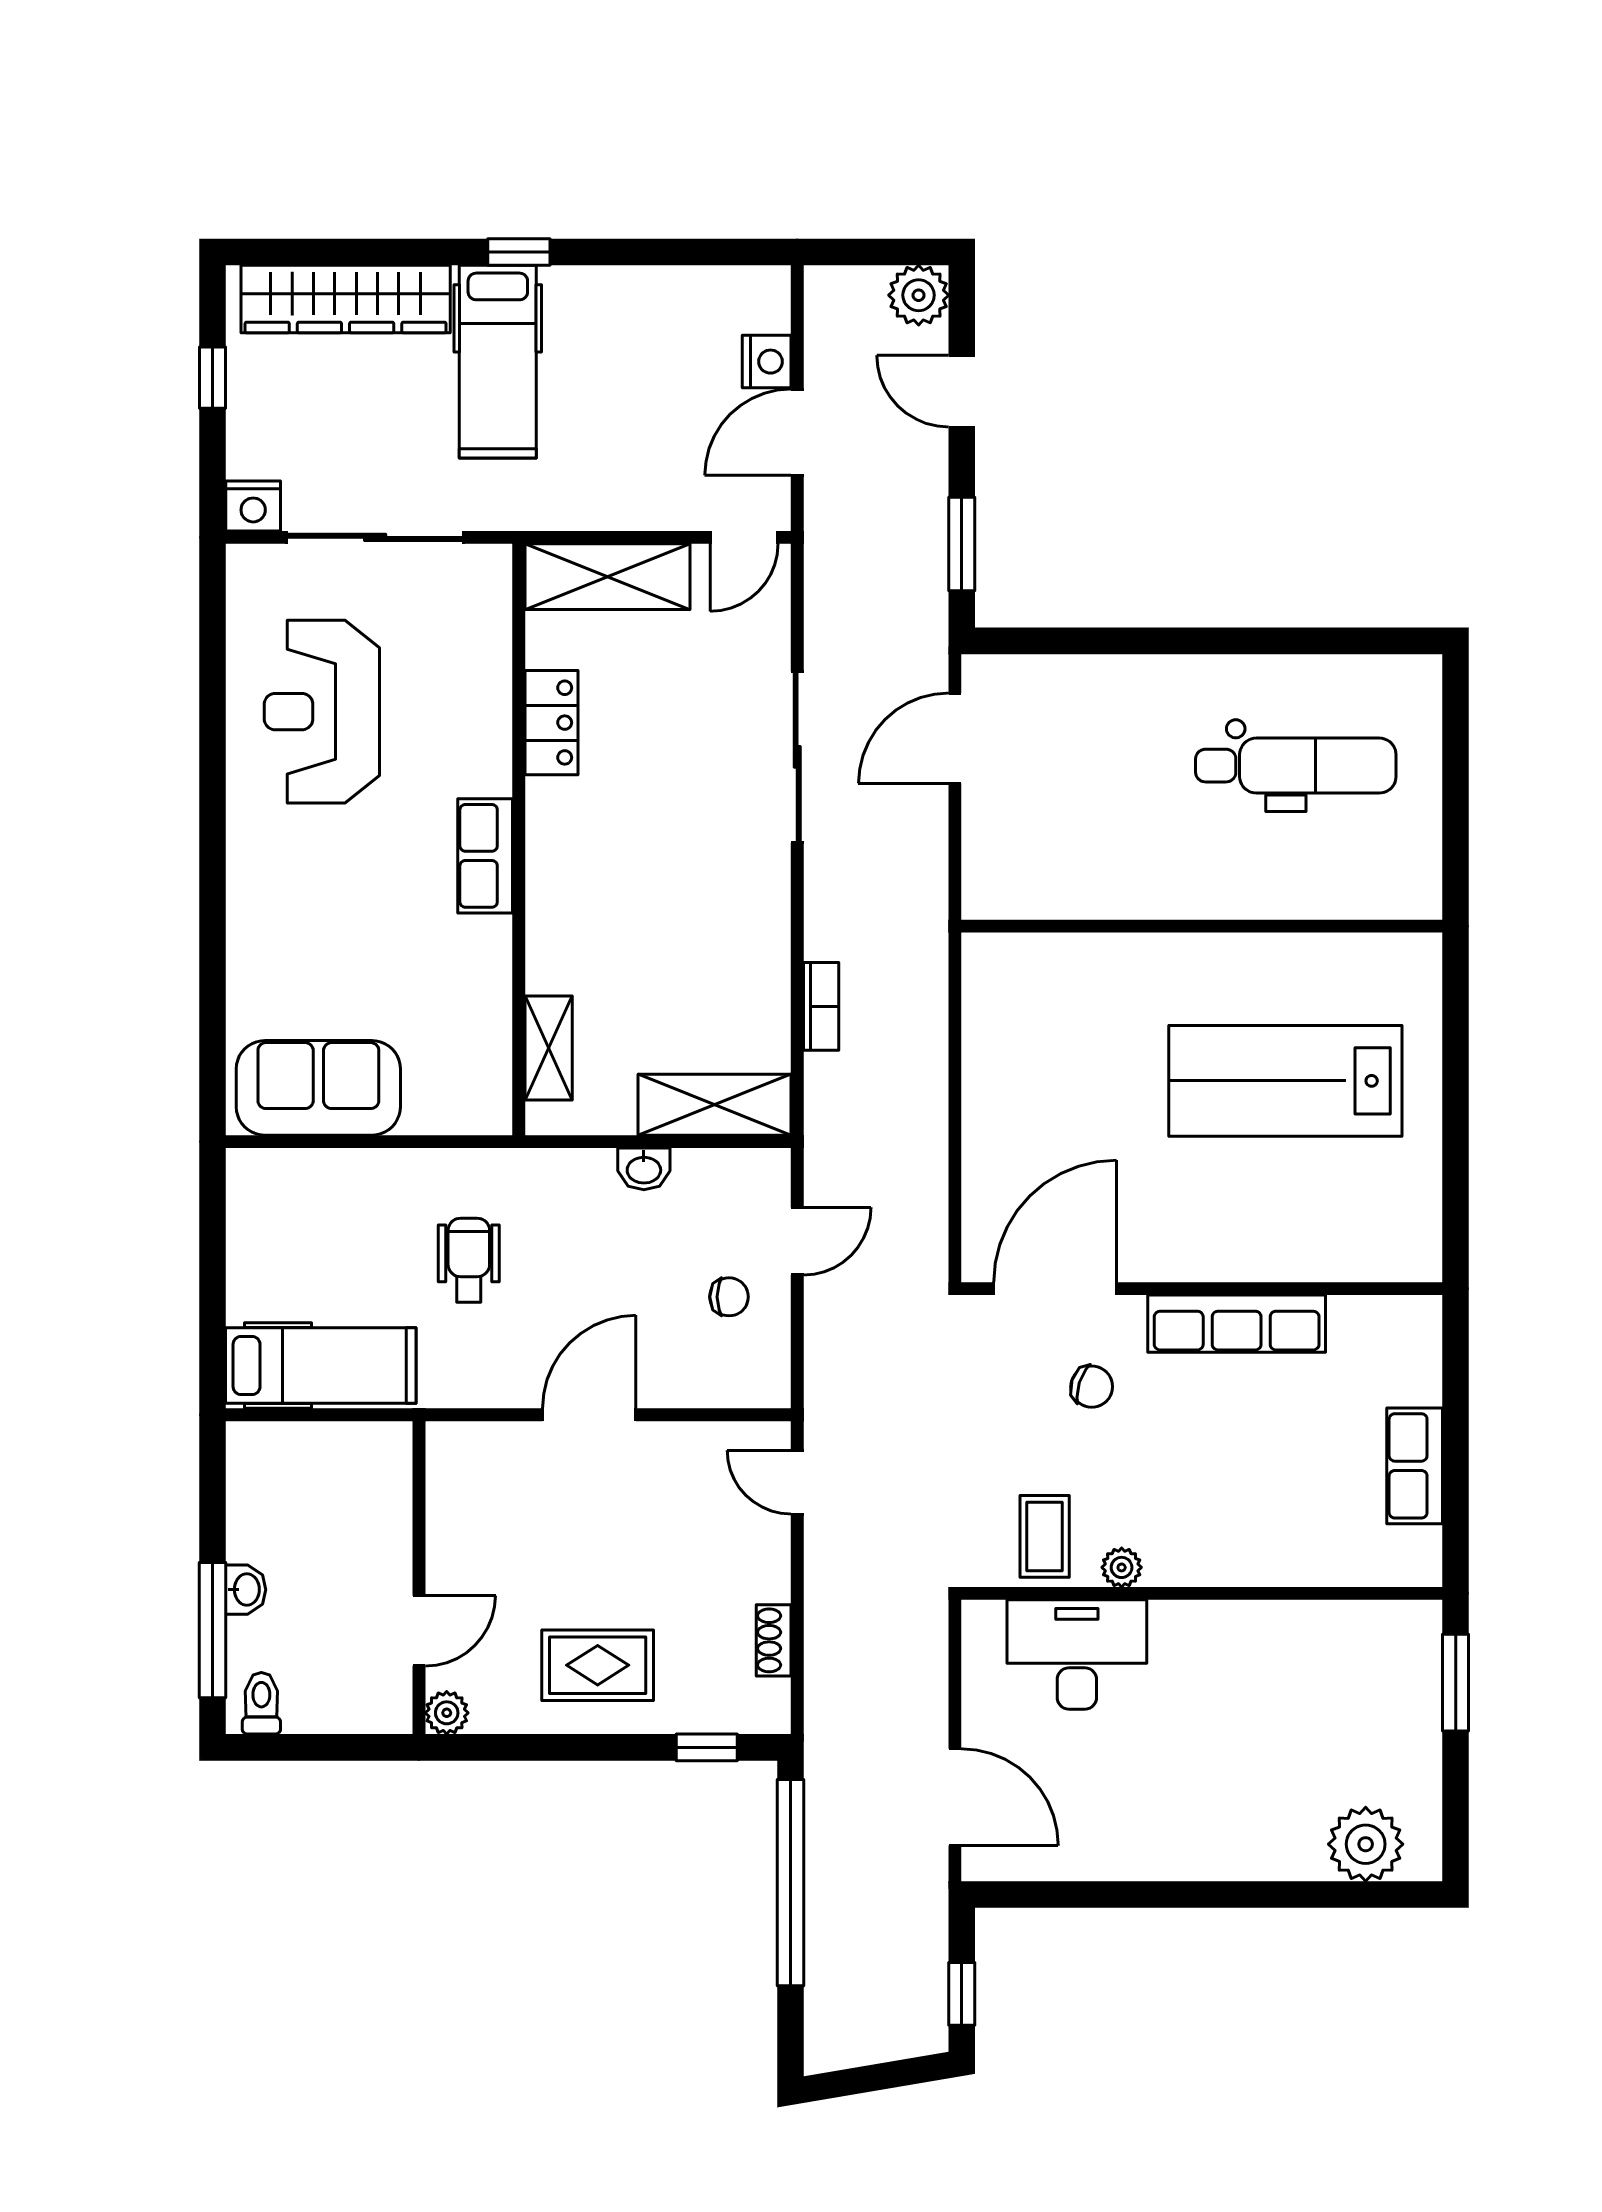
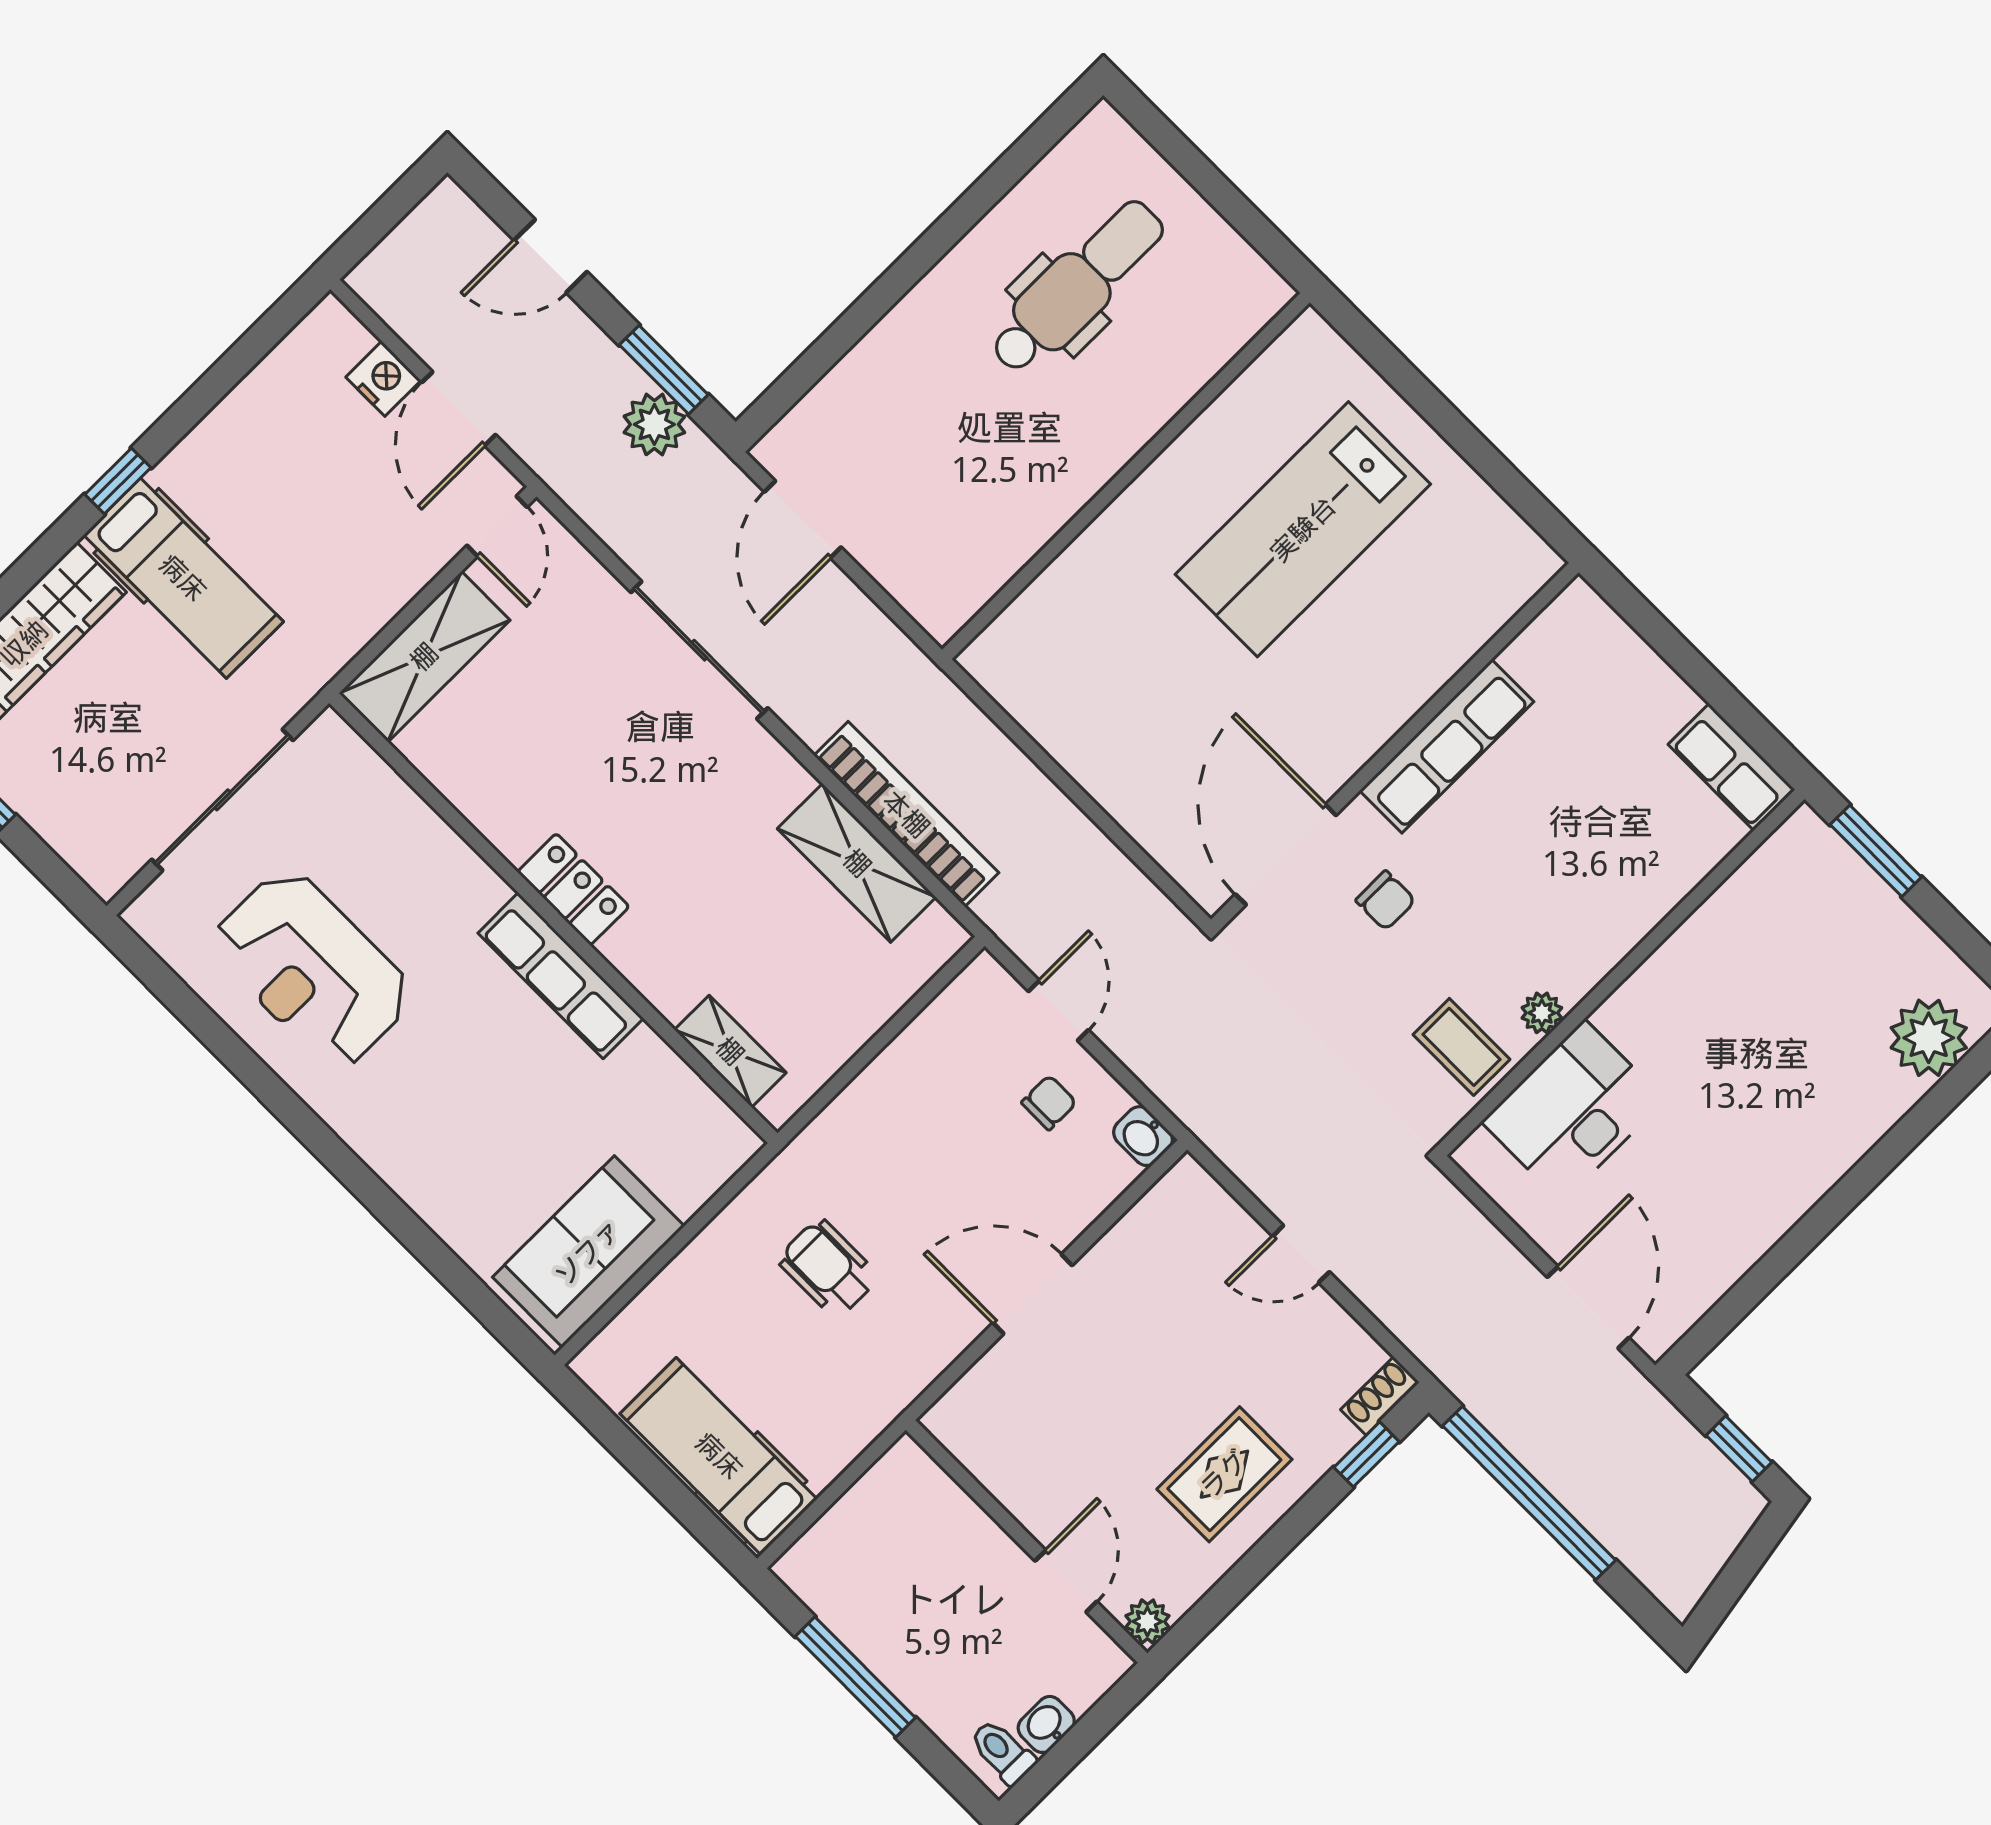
plant: (919, 295) -> (654, 424), moved
nightstand: (253, 506) -> (108, 867), removed
locker: (551, 723) -> (573, 889), moved
row of seats: (485, 856) -> (561, 976), width x1.48
bookcase: (821, 1006) -> (906, 814), width x2.31, depth x1.31
shelving: (714, 1105) -> (857, 863), moved, turned 90
washbasin: (644, 1169) -> (1143, 1136), moved, turned 90
hospital bed: (321, 1366) -> (719, 1456), moved, turned -90
chair: (1092, 1387) -> (1386, 900), turned 72
door: (589, 1415) -> (1033, 1294), hinge flipped
row of seats: (1415, 1466) -> (1732, 767), moved
door: (797, 1482) -> (1301, 1254), moved
washbasin: (246, 1590) -> (1046, 1724), moved, turned -90
window: (212, 1630) -> (855, 1677), moved
shoe rack: (774, 1640) -> (1380, 1396), moved, turned 90
door: (955, 1797) -> (1588, 1307), hinge flipped

